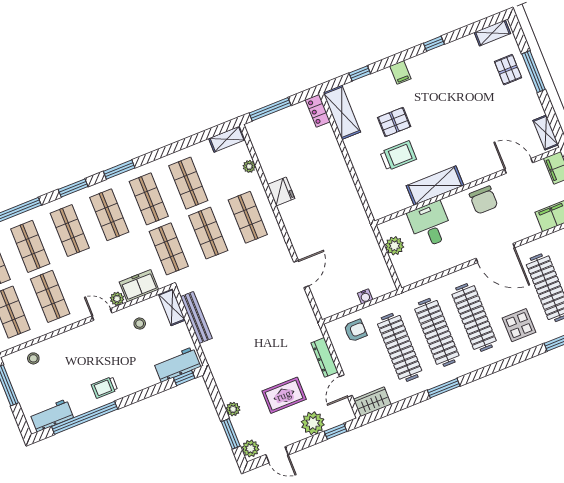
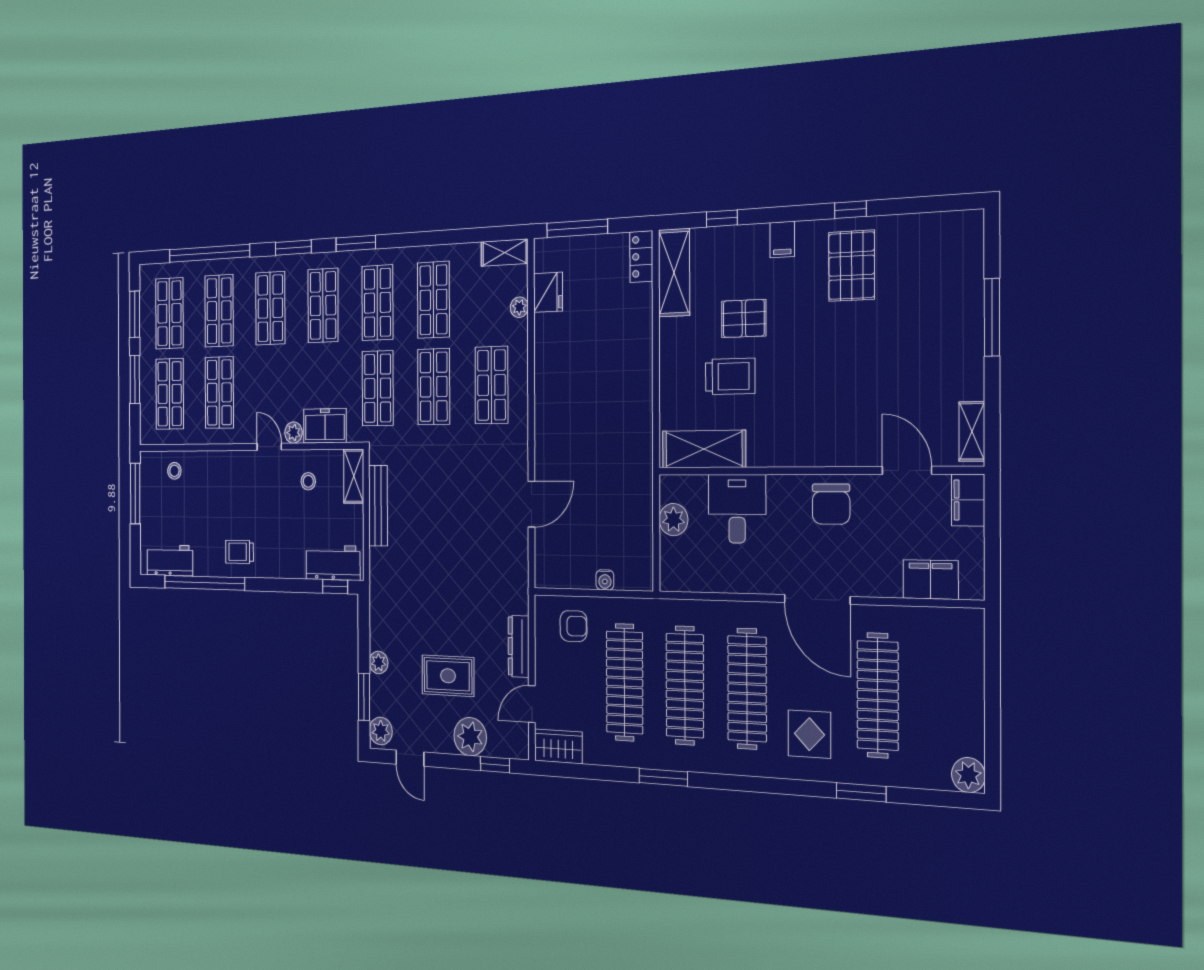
shelving: (492, 33) -> (950, 225), removed
pallet: (508, 70) -> (852, 266), moved, width x1.50, depth x1.42
shelving: (435, 186) -> (704, 449), moved
fridge: (281, 191) -> (548, 292), moved

